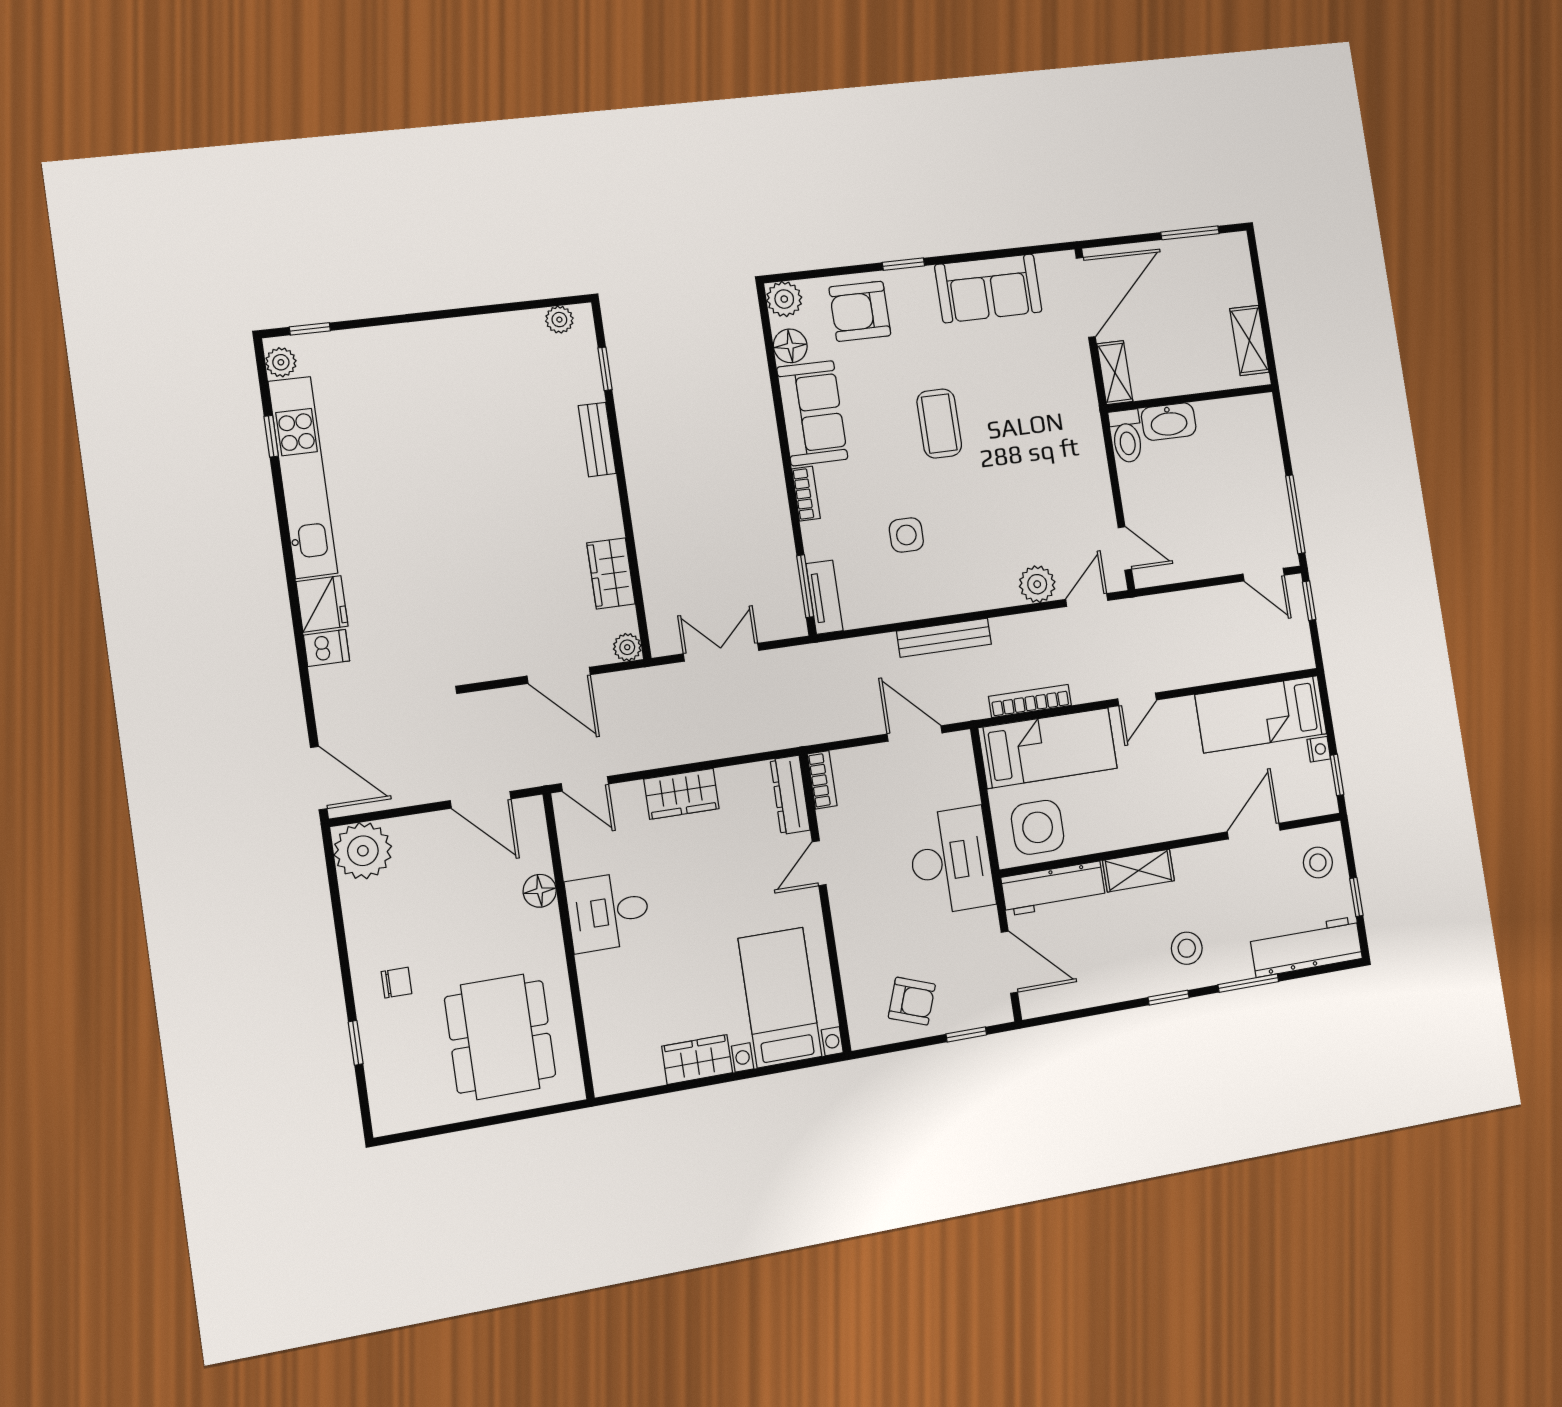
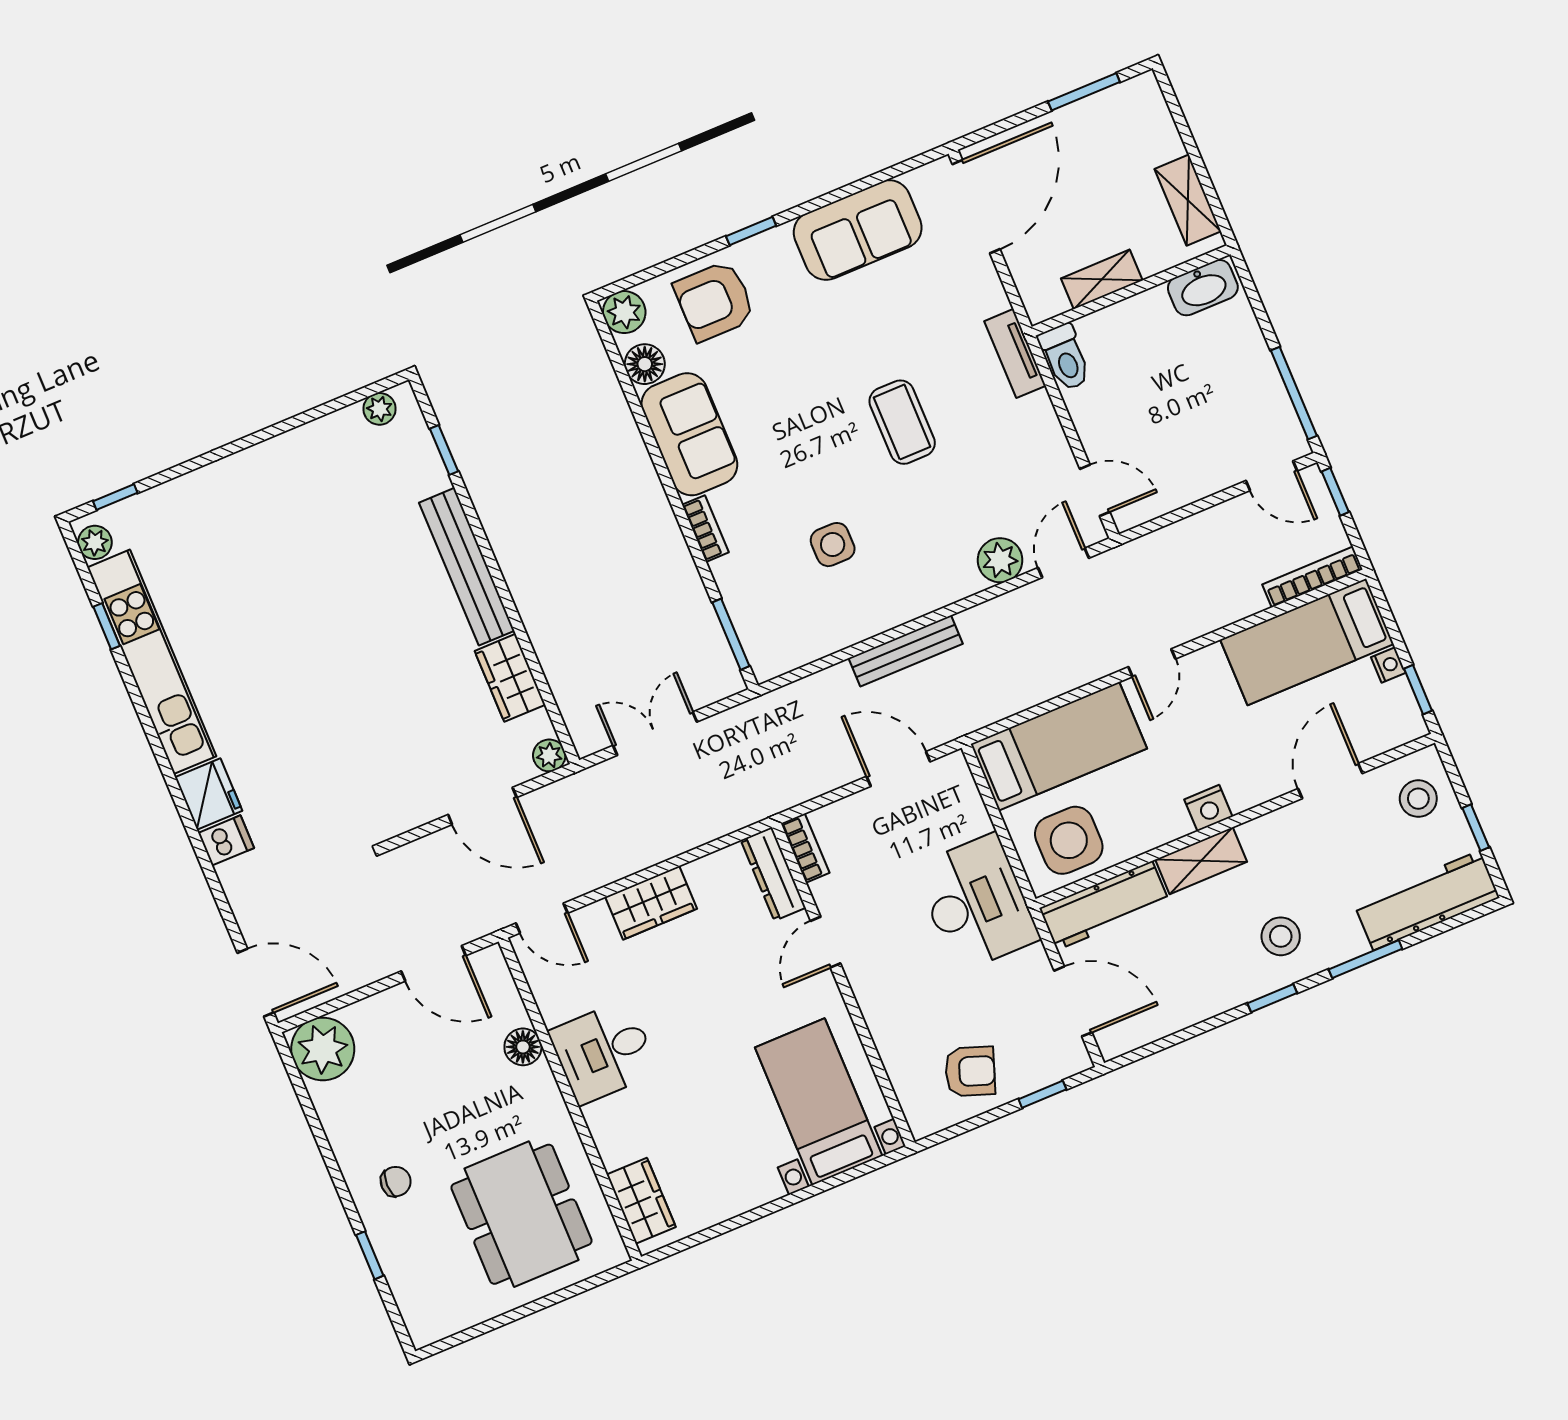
shelving: (1115, 373) -> (1102, 279), moved, turned 90
washbasin: (1169, 422) -> (1203, 288), moved
coffee table: (939, 424) -> (902, 422), moved
bench: (597, 440) -> (467, 567), width x1.86, depth x1.21
tv unit: (824, 597) -> (1015, 353), moved, turned 180
bookcase: (1030, 701) -> (1312, 577), moved
nightstand: (1154, 829) -> (1208, 808), added
wardrobe: (697, 1059) -> (641, 1201), moved, turned 90

